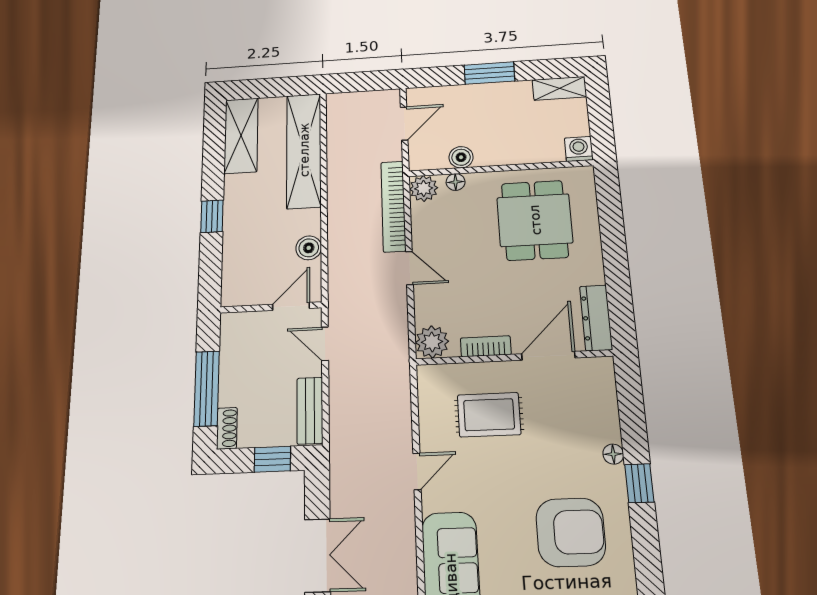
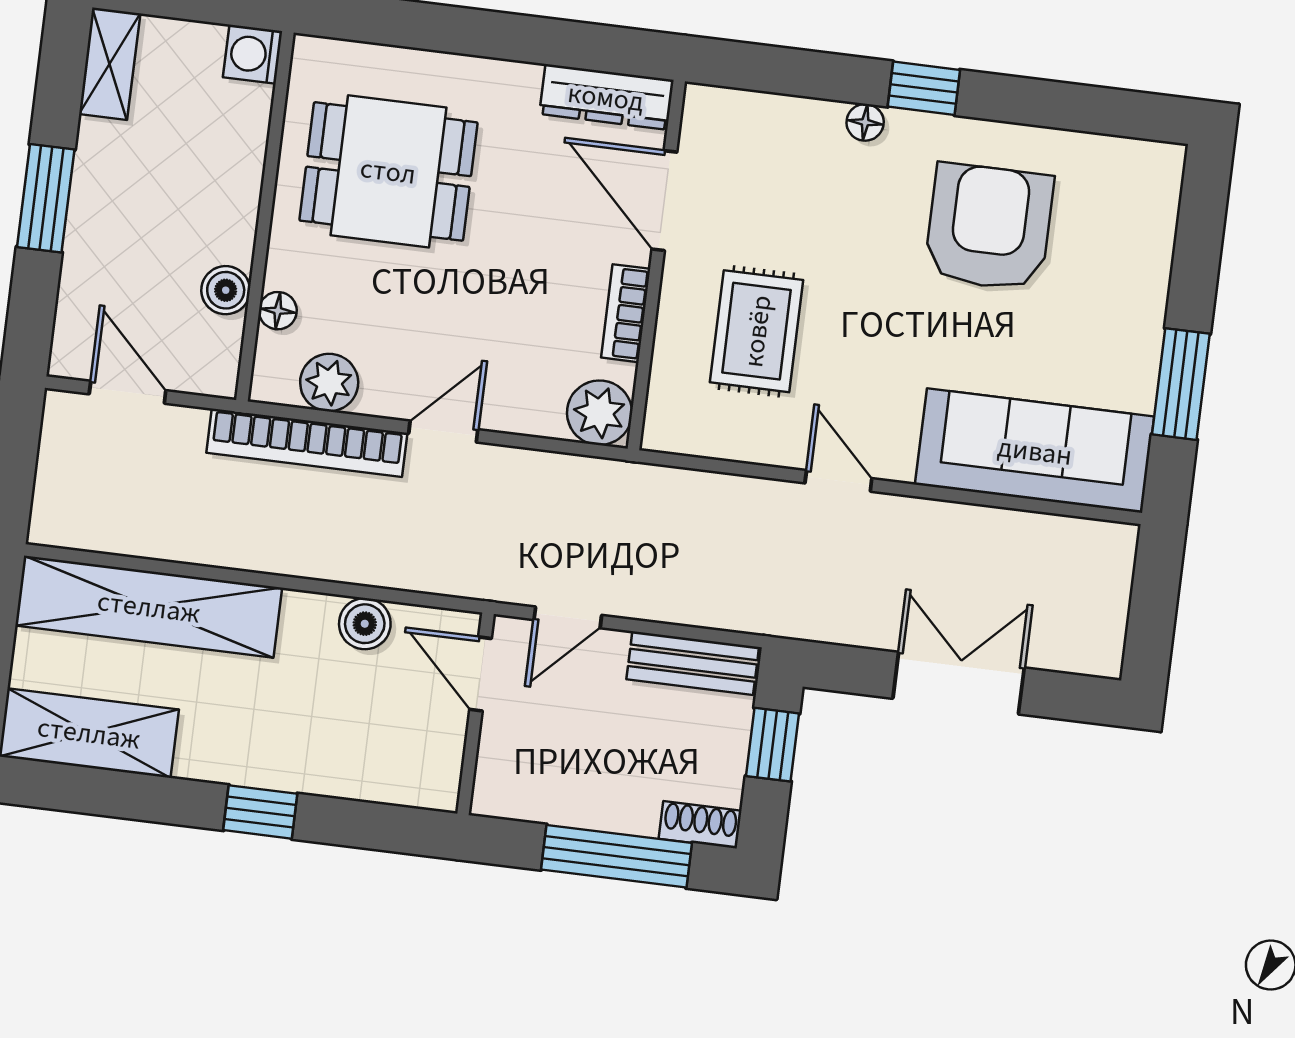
plant: (424, 188) -> (329, 383), moved

